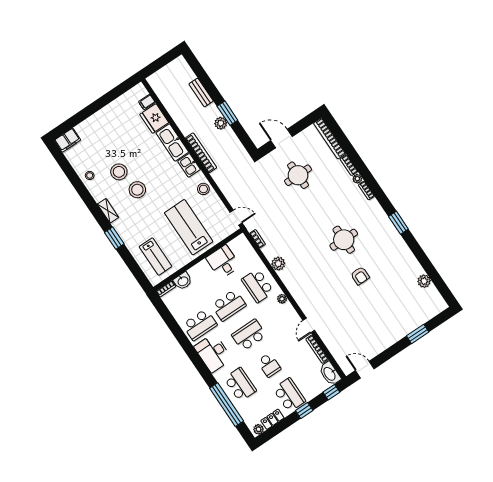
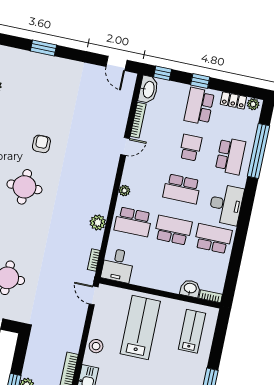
lab bench: (189, 227) -> (140, 327), turned 180
desk: (223, 262) -> (118, 265), moved
school desk: (258, 286) -> (133, 222), turned 90
school desk: (240, 385) -> (230, 156), turned 180

